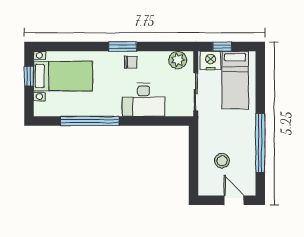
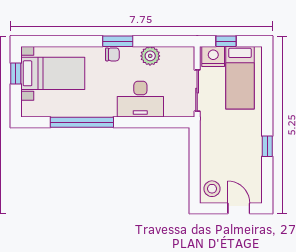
plant: (178, 60) -> (150, 56), moved
chair: (131, 62) -> (112, 54), moved
window: (260, 143) -> (267, 146), width x0.32
stool: (222, 161) -> (212, 189), moved

